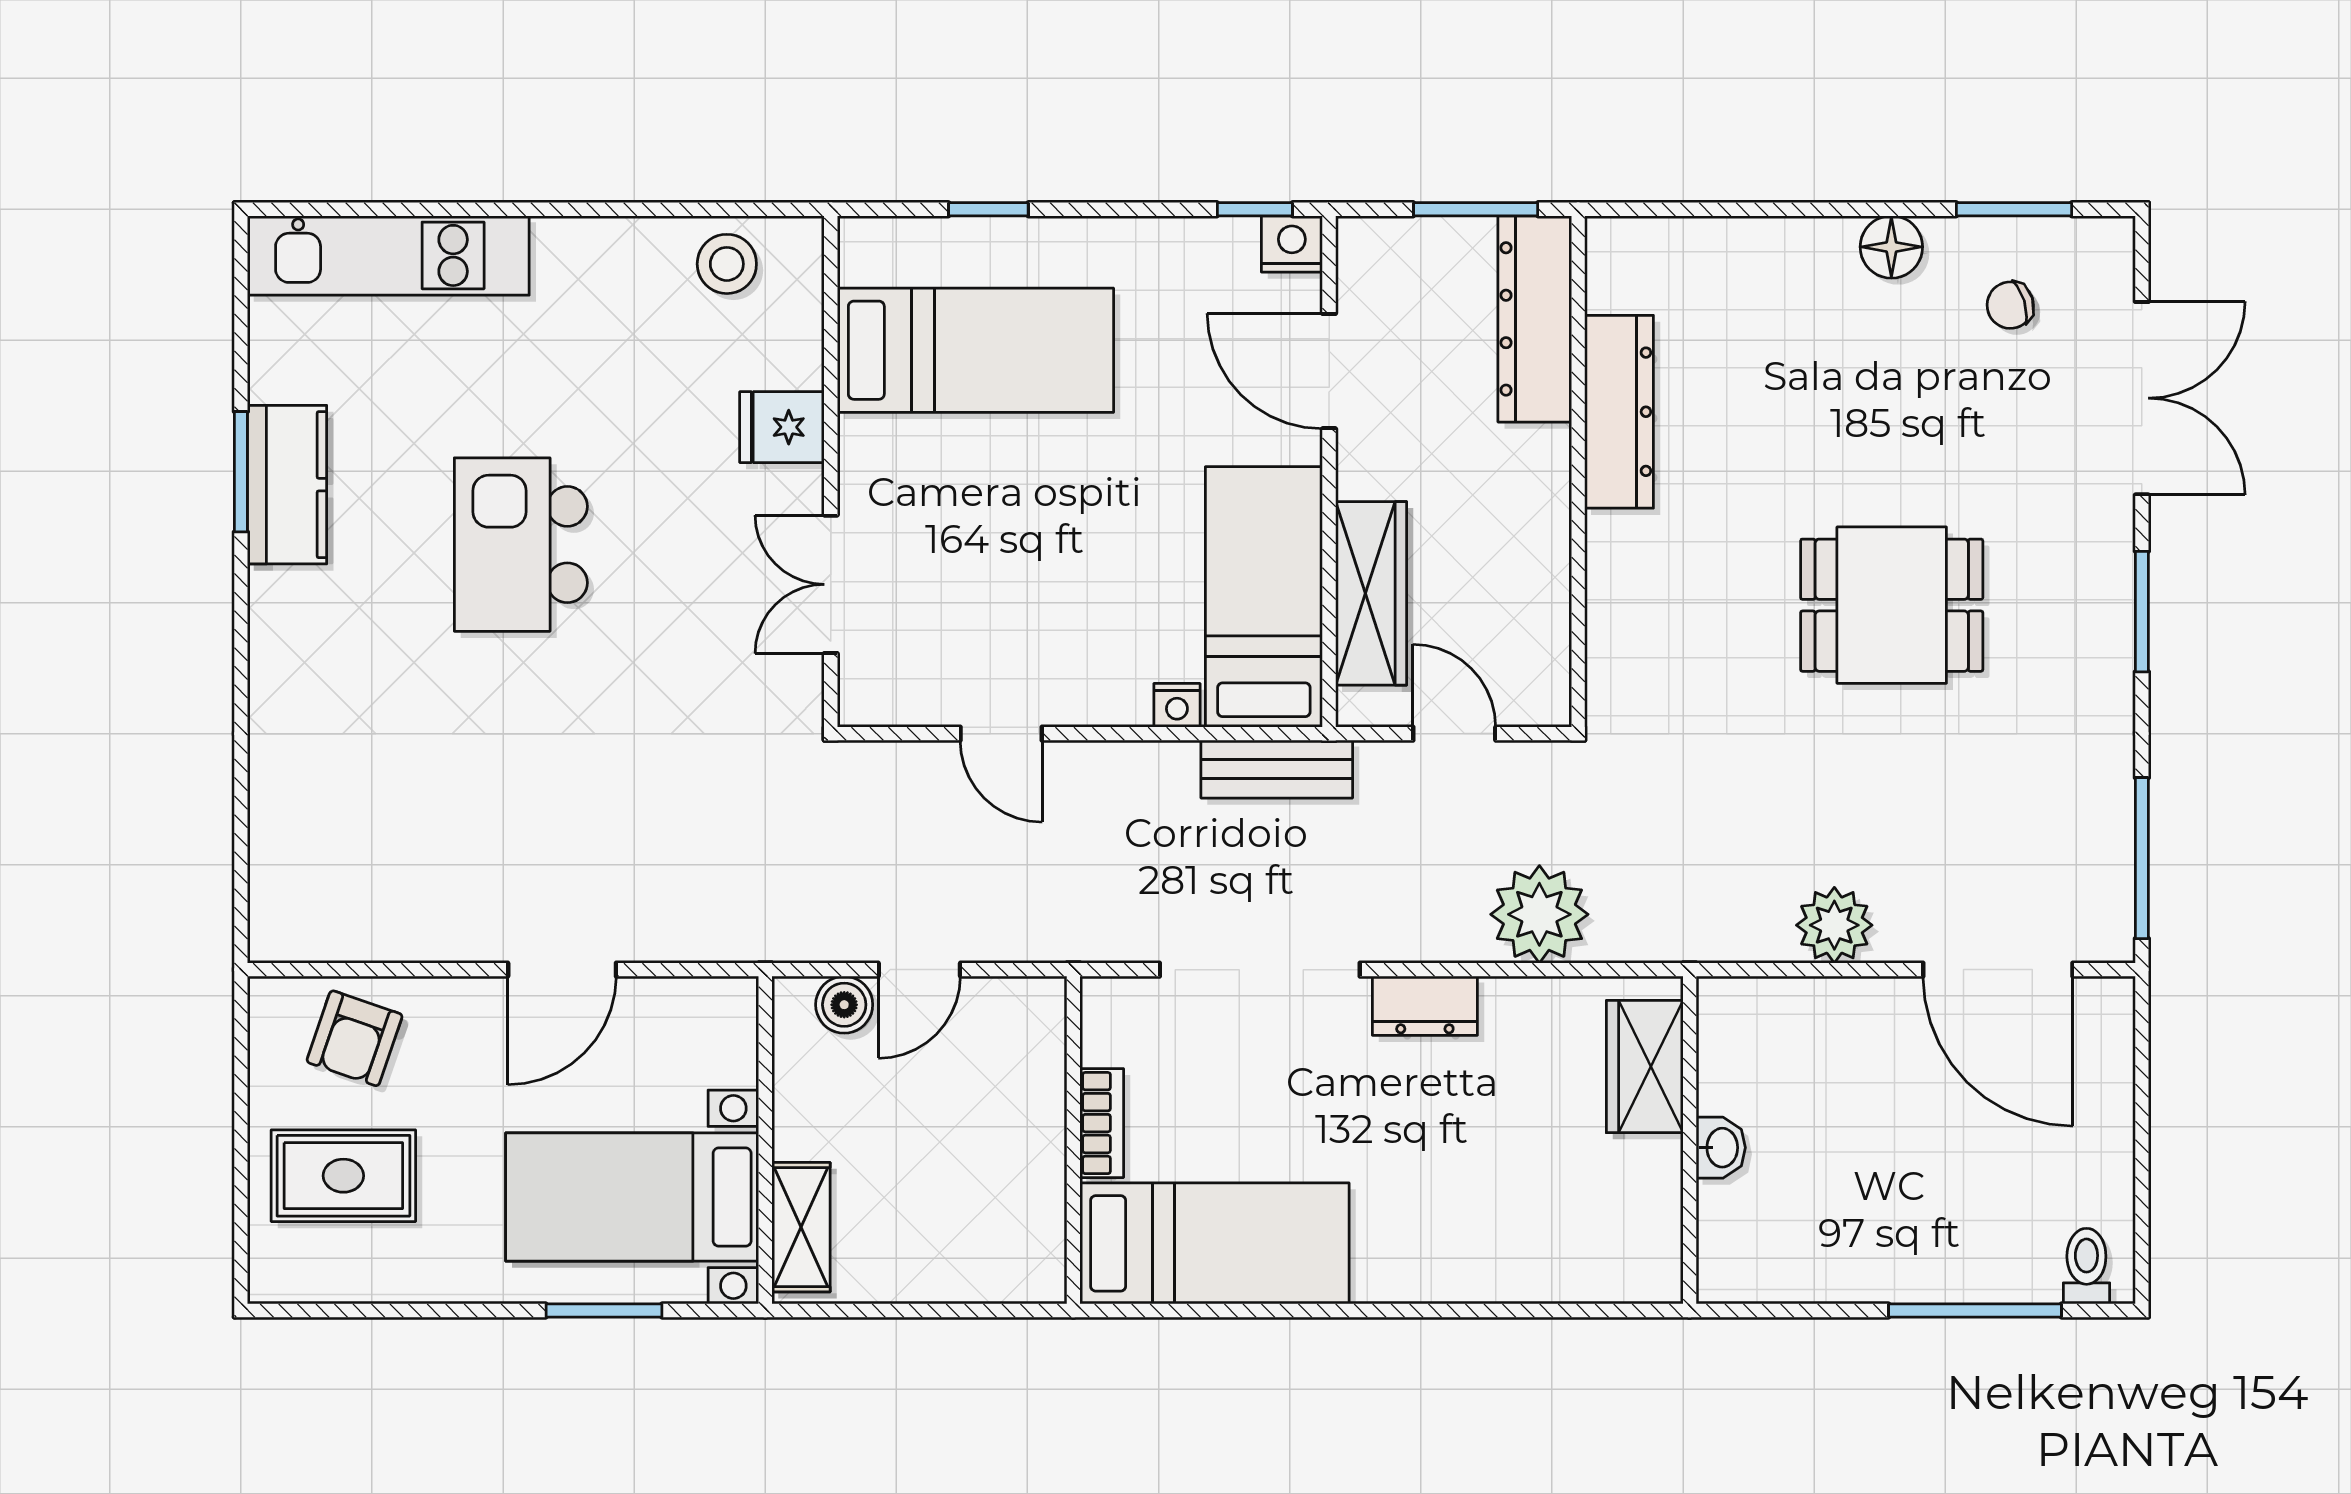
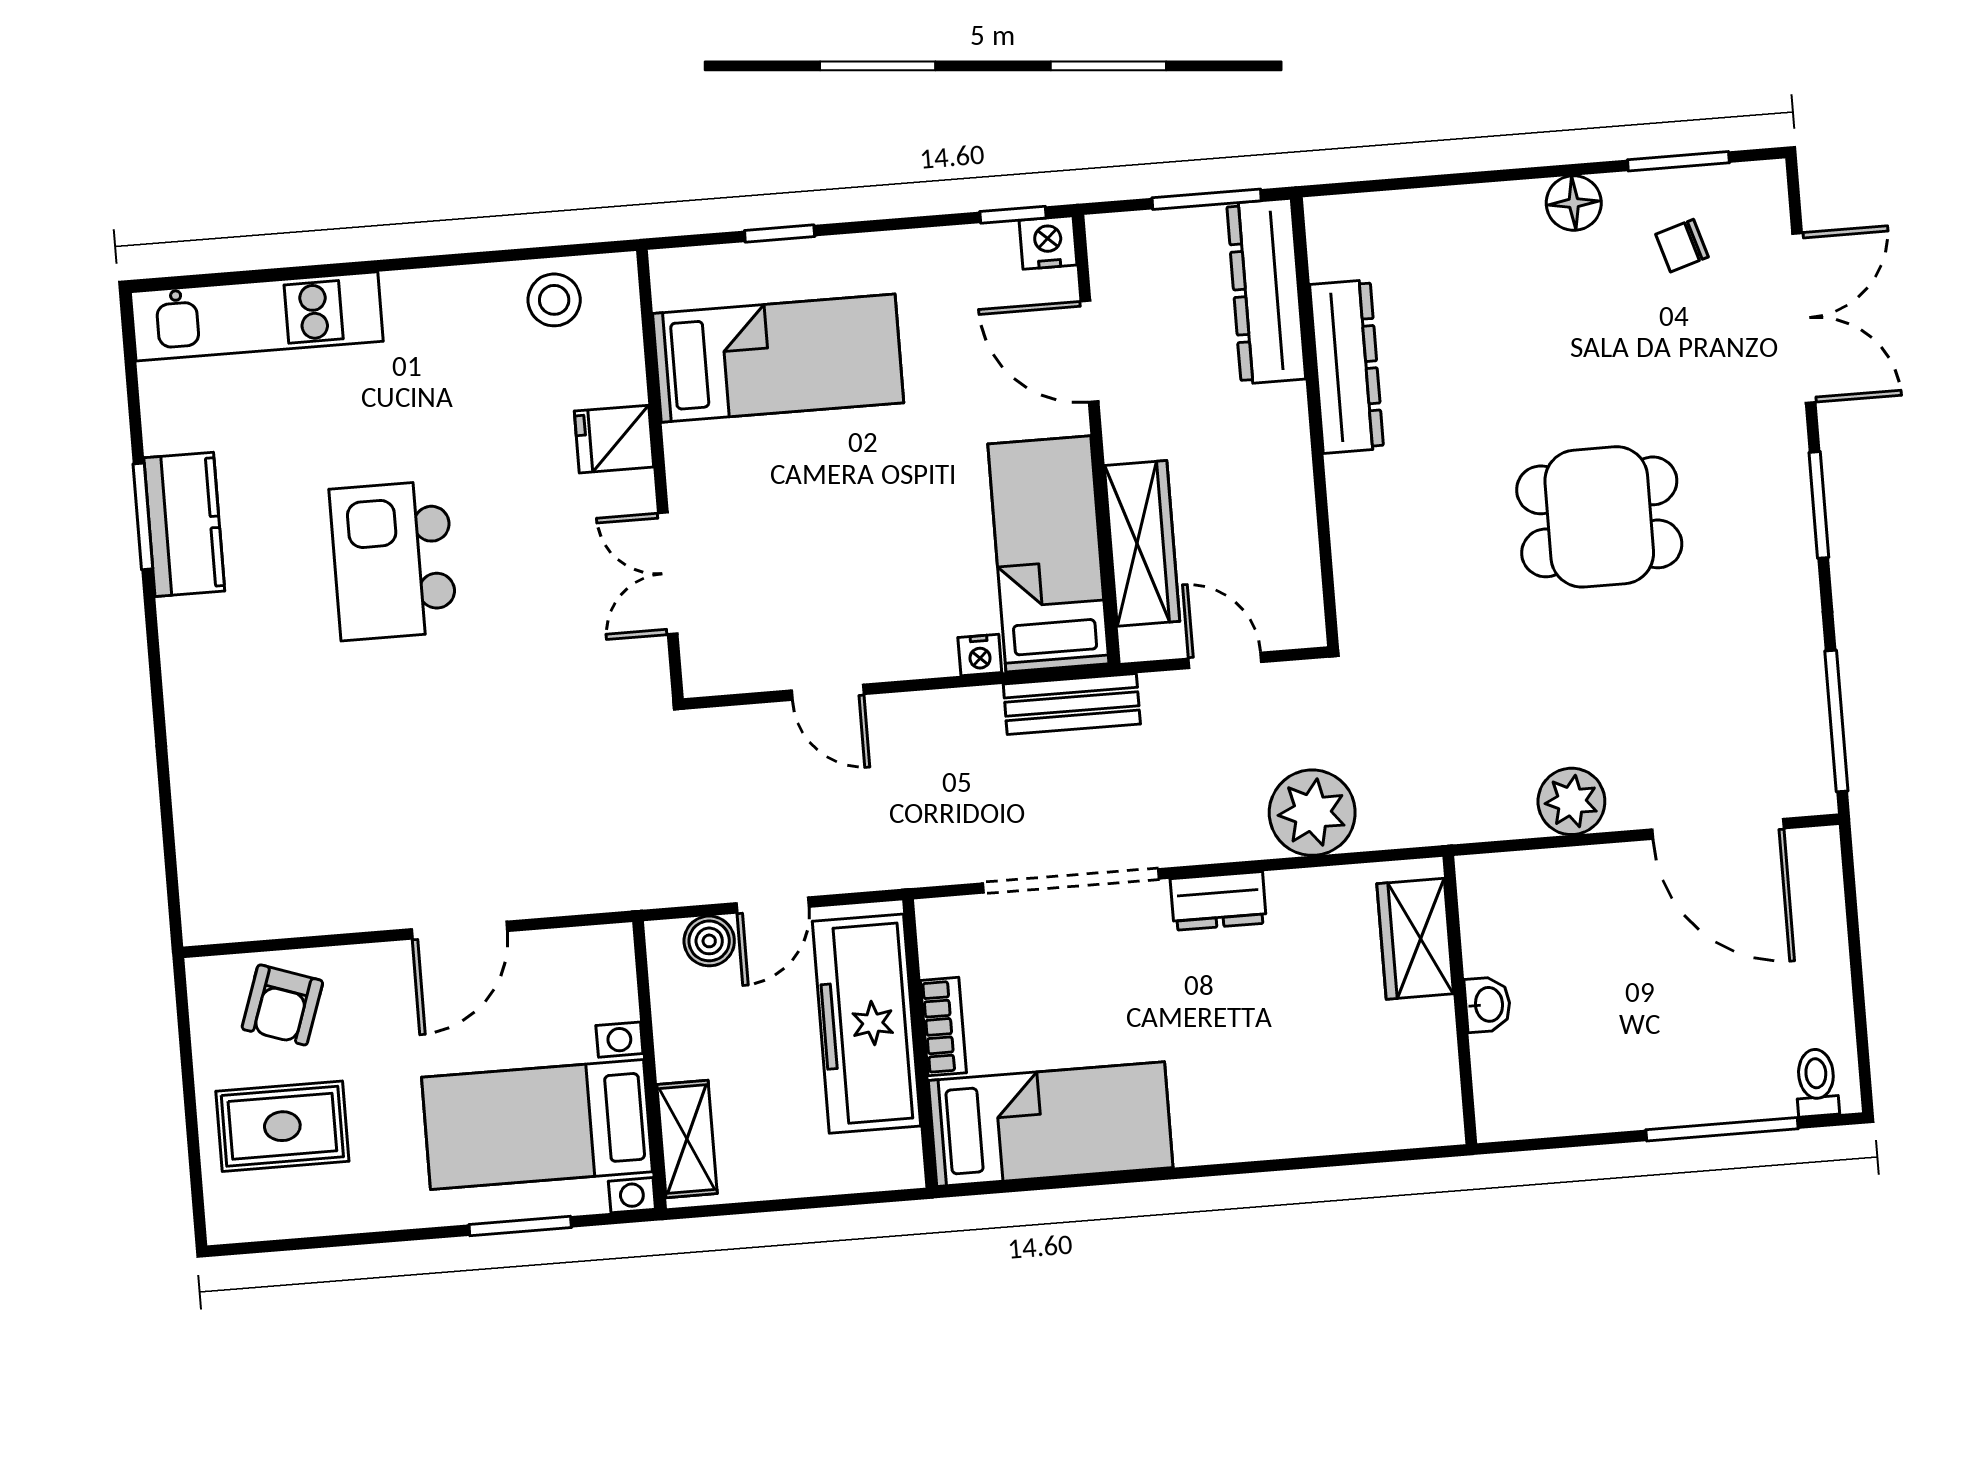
freezer: (1015, 1113) -> (866, 1024), added

